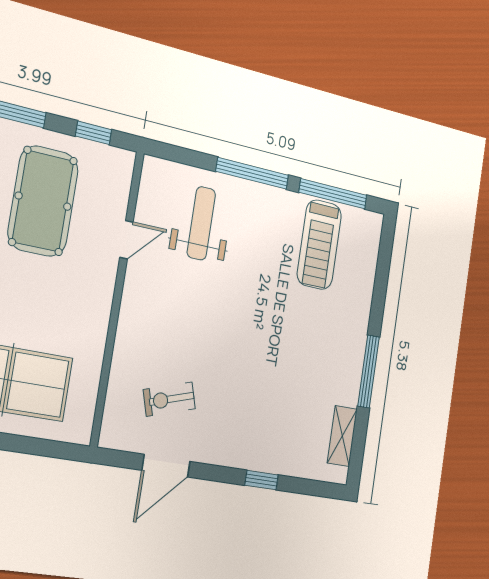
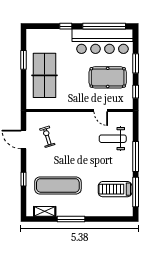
weight bench: (201, 223) -> (113, 139), turned 180
exercise mat: (289, 391) -> (58, 185), added

